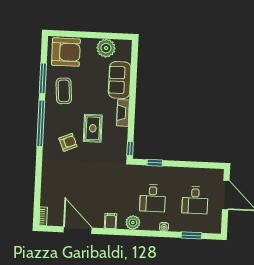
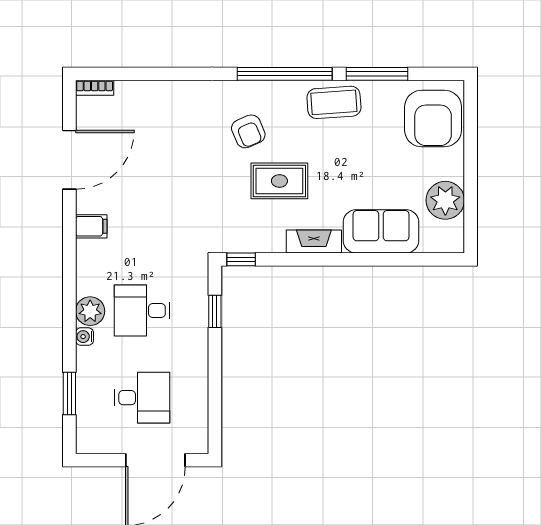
coffee table: (64, 91) -> (334, 102), moved
desk: (195, 200) -> (142, 398), turned 180
plant: (133, 223) -> (90, 311), moved

